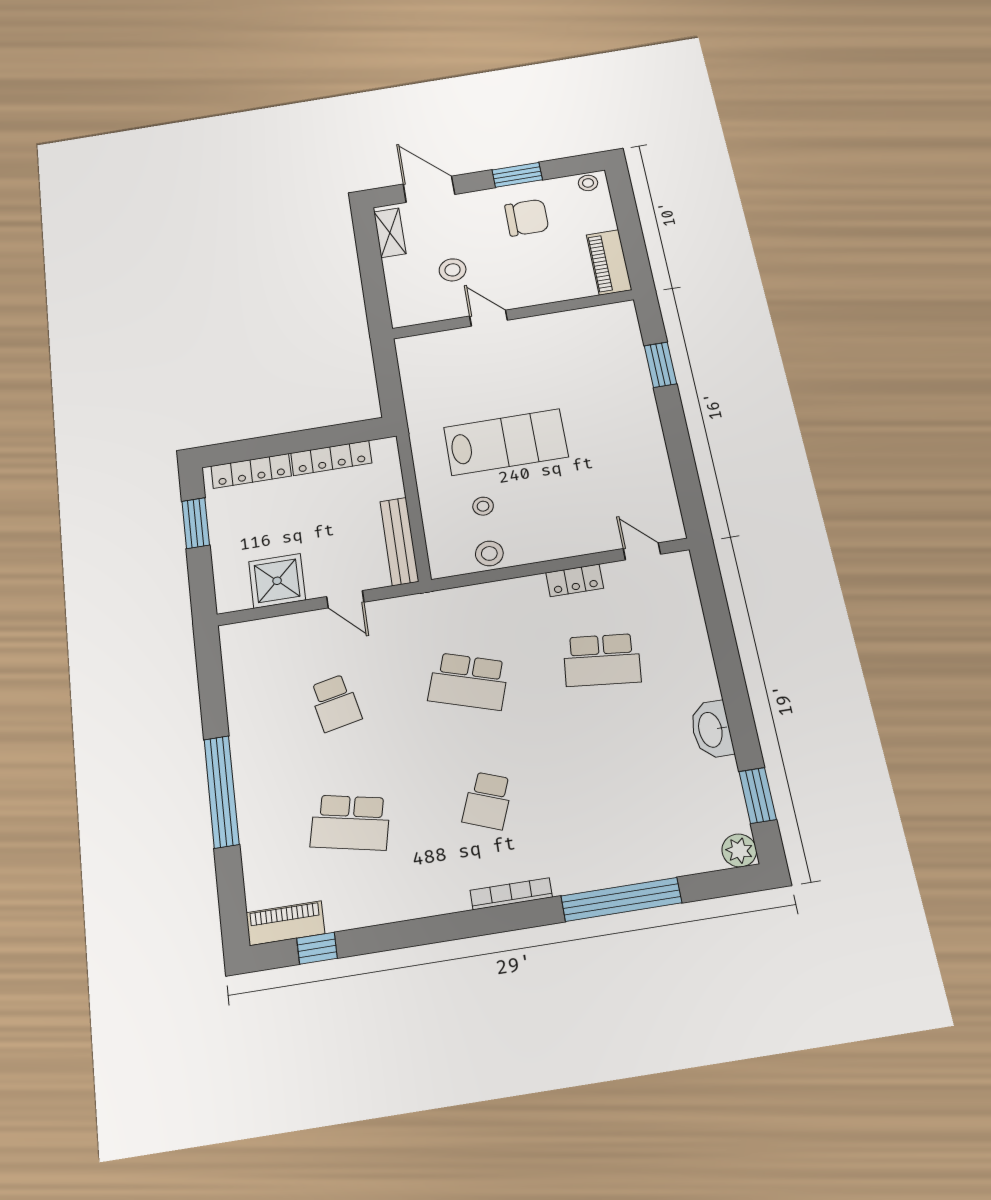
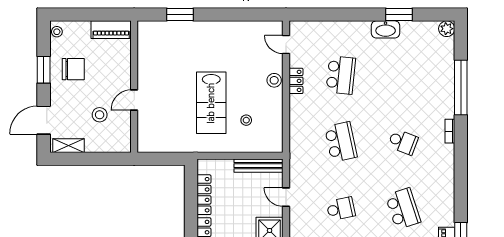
chair: (527, 218) -> (73, 69), turned 90
lab bench: (506, 442) -> (211, 103), turned 180
door: (642, 551) -> (286, 45), hinge flipped
stool: (489, 553) -> (274, 80), moved
door: (345, 599) -> (286, 197), swing flipped
school desk: (469, 681) -> (341, 142), turned -30
window: (758, 795) -> (399, 15), moved
school desk: (350, 823) -> (403, 209), turned -30
bookcase: (511, 894) -> (450, 131), width x0.64

